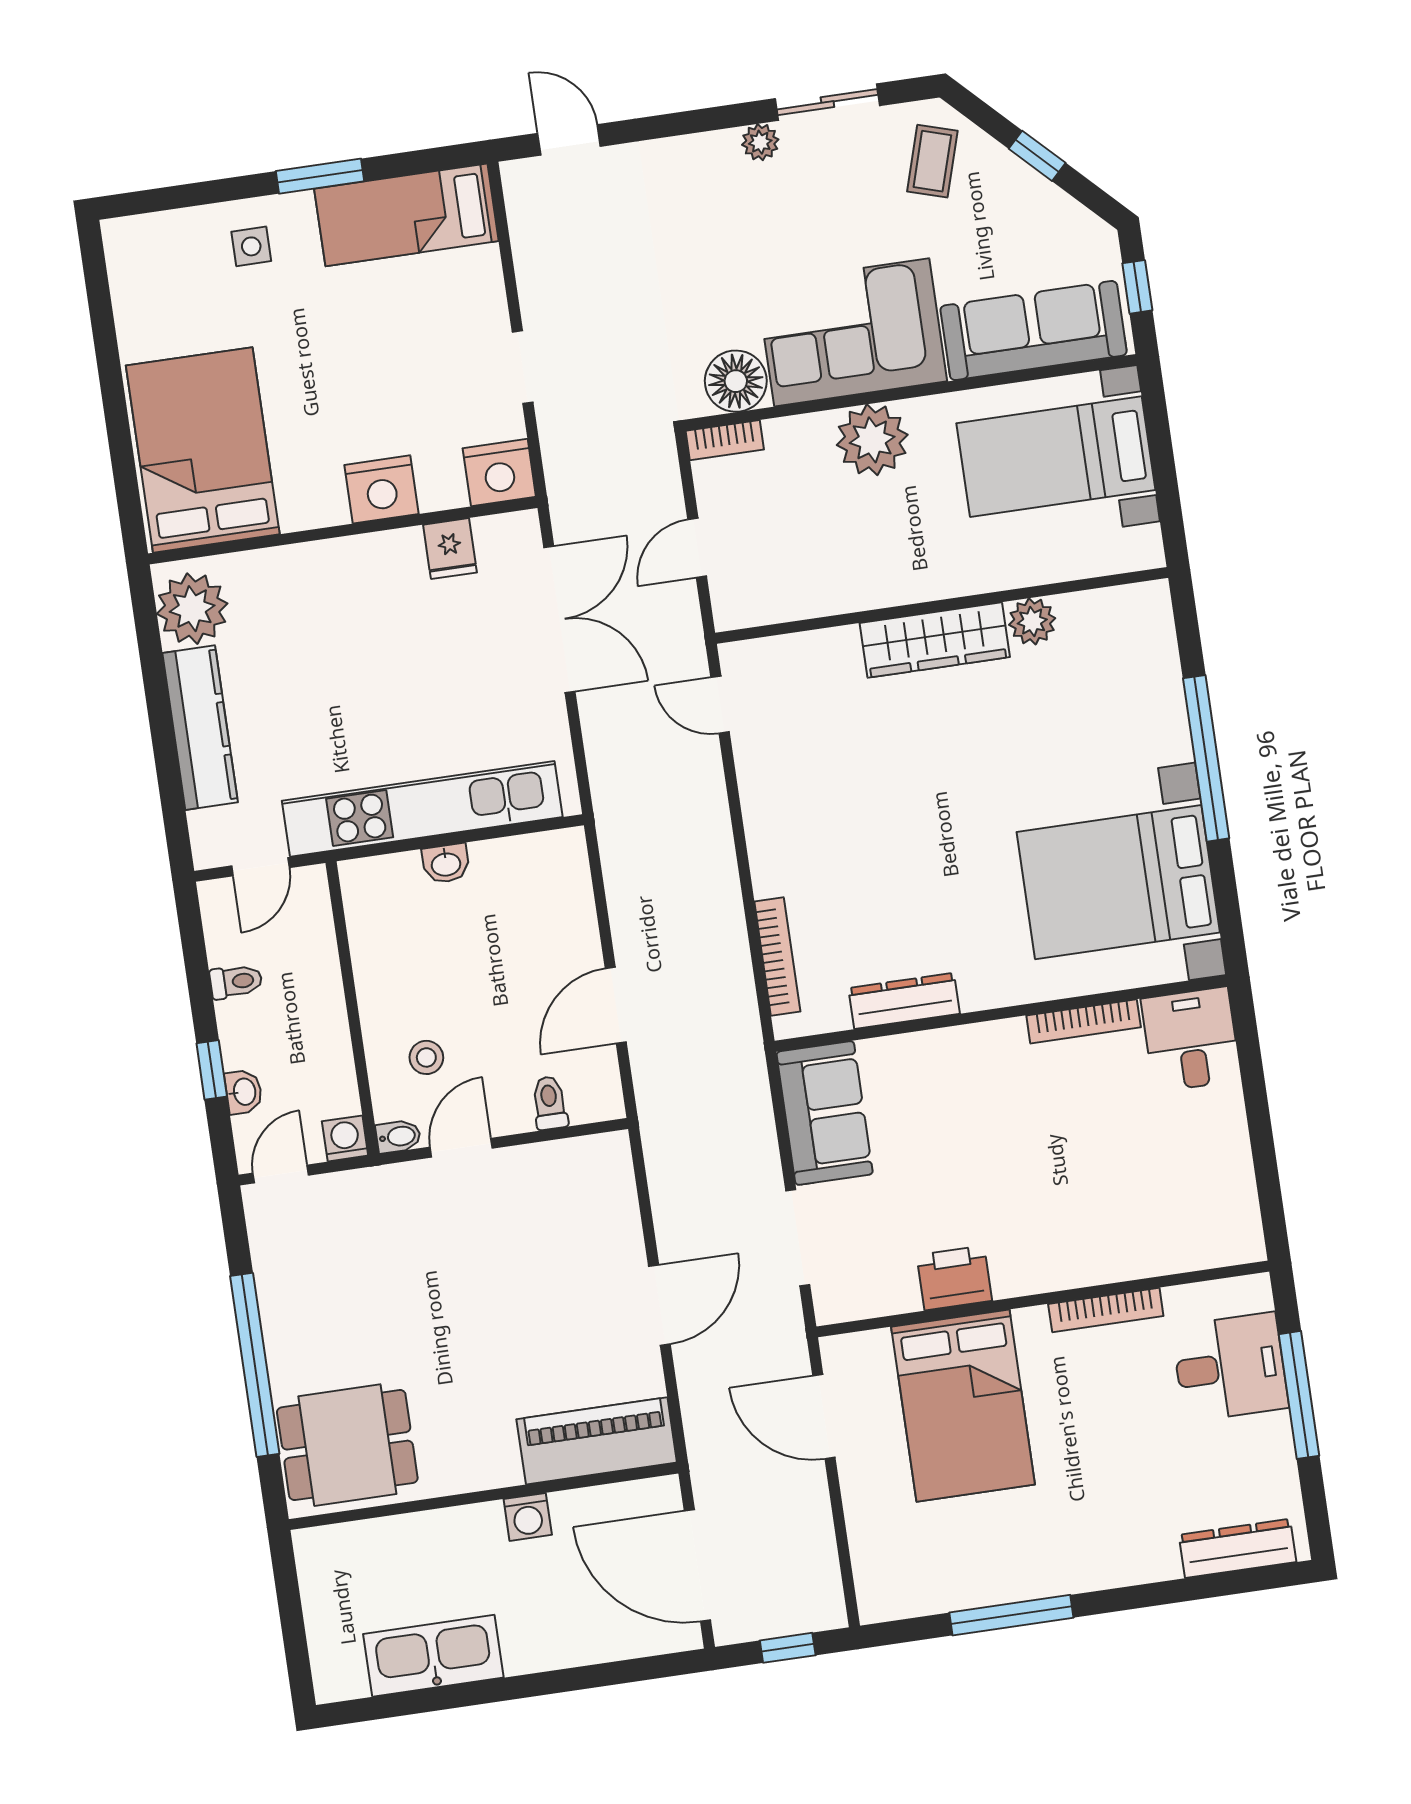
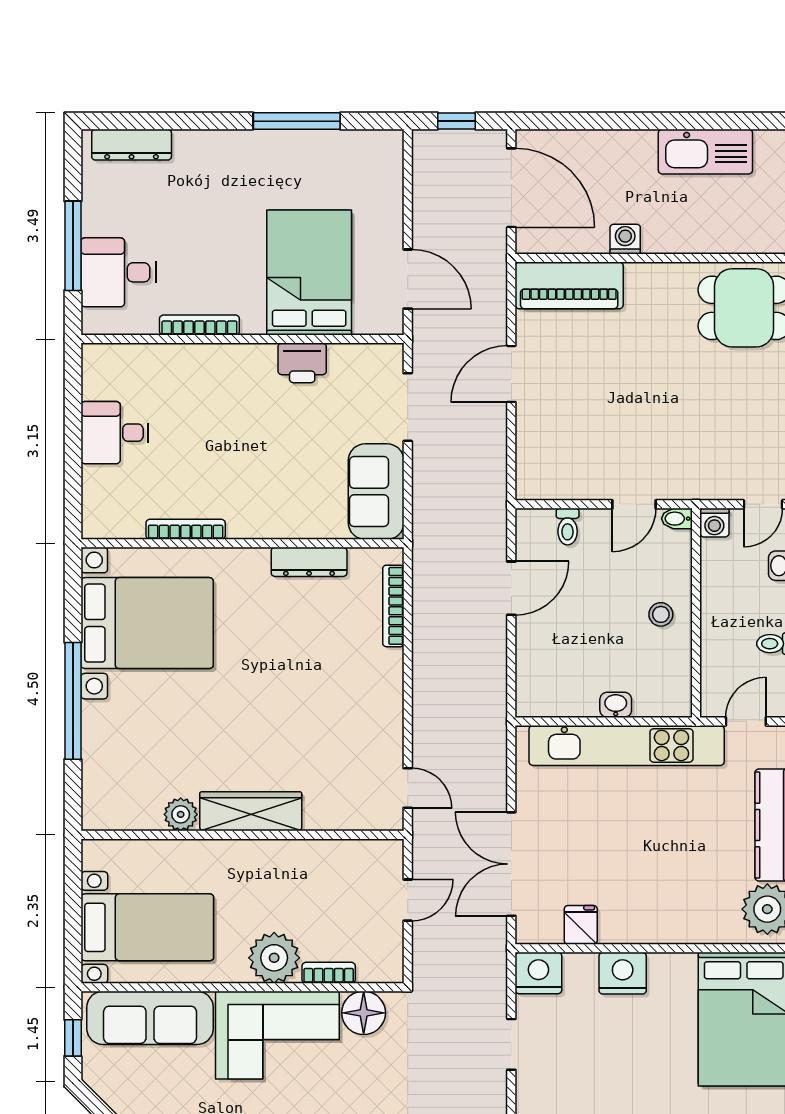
bookcase: (725, 440) -> (329, 973), moved
desk: (1191, 1039) -> (115, 433), moved, turned 90
stool: (426, 1057) -> (661, 614), moved

